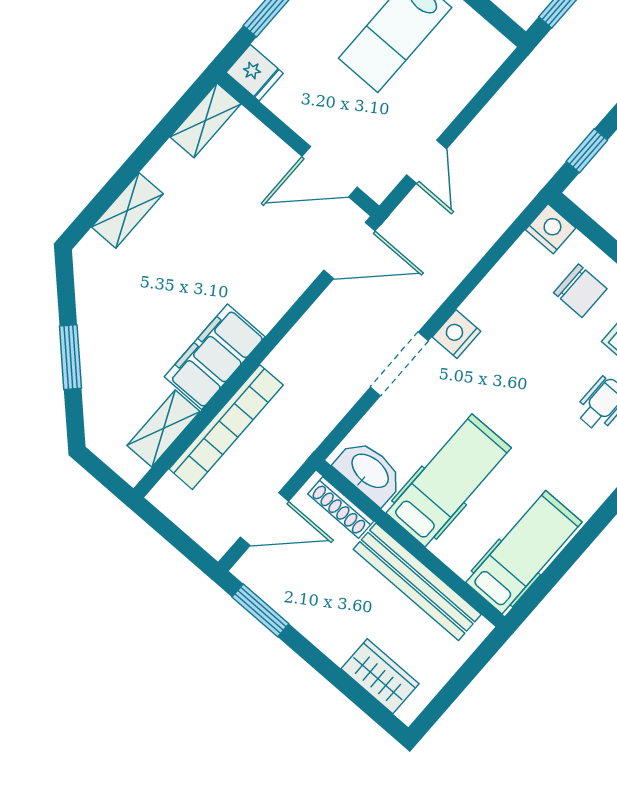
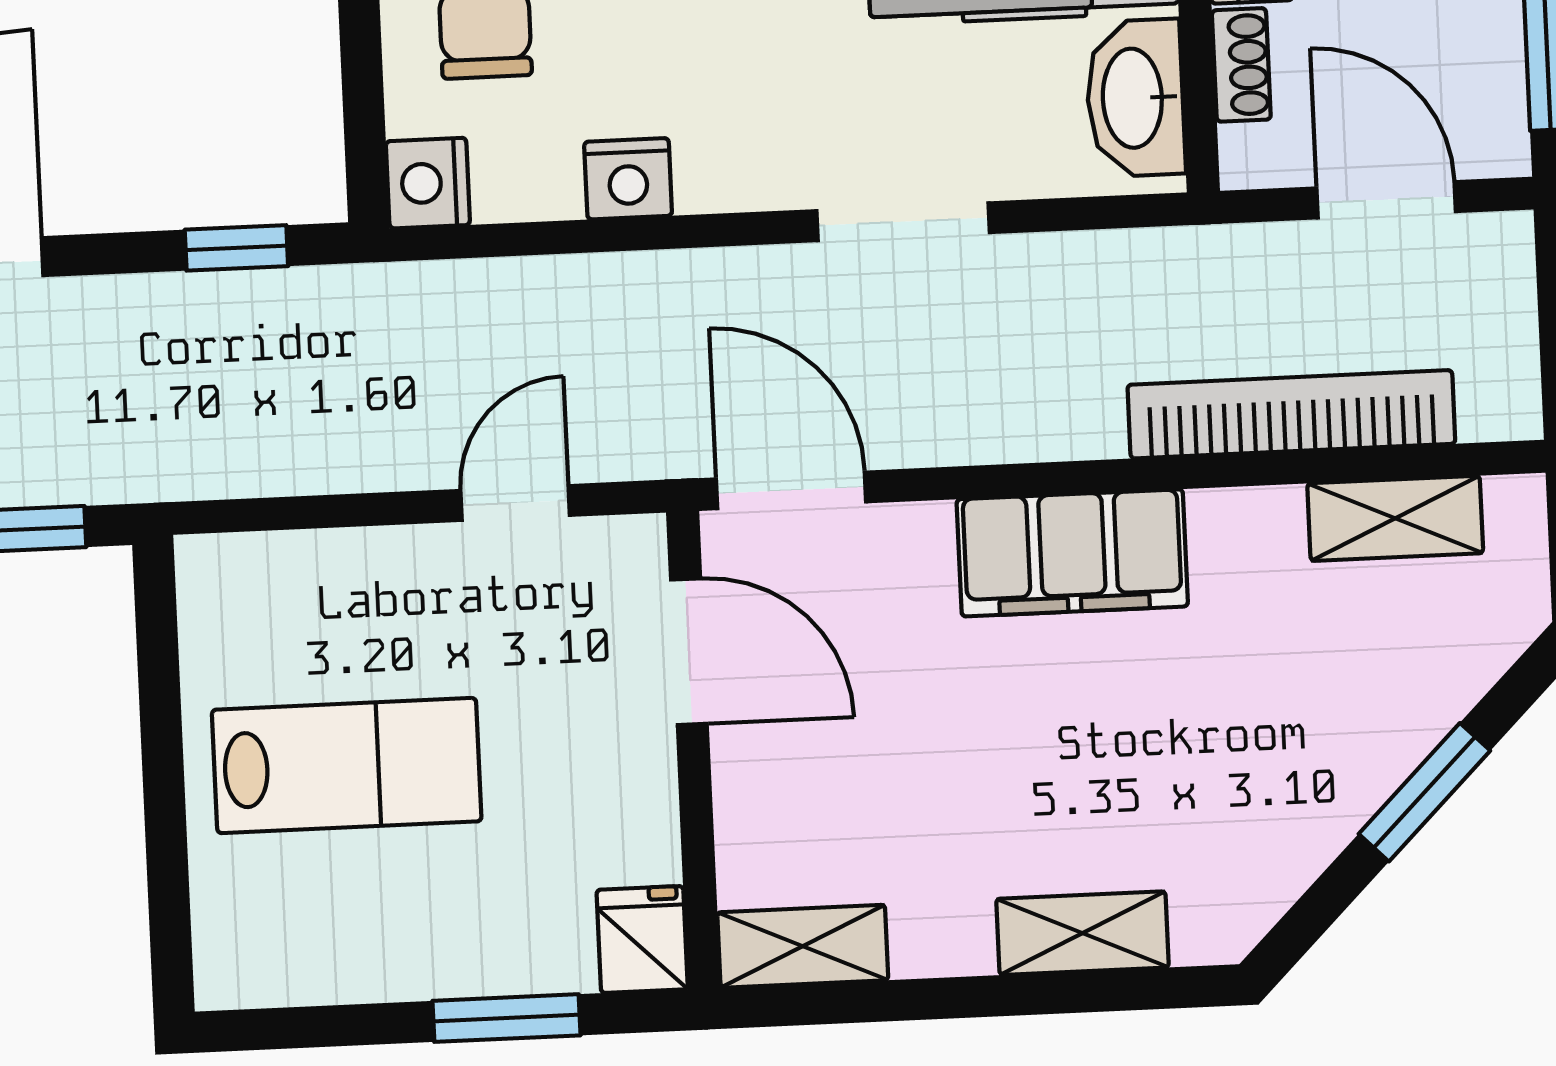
nightstand: (456, 334) -> (628, 179), moved
filing cabinet: (215, 357) -> (1072, 553), moved
shoe rack: (341, 507) -> (1241, 65), width x0.70

